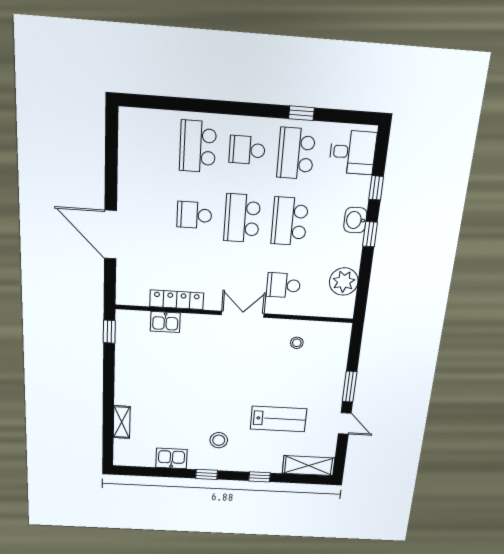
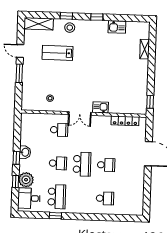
school desk: (198, 146) -> (105, 198), width x0.54
school desk: (247, 150) -> (81, 198), removed
washbasin: (355, 220) -> (25, 152), moved
school desk: (290, 221) -> (58, 163), width x0.54
plant: (344, 282) -> (26, 180), moved
locker: (177, 300) -> (125, 121), moved
kitchen sink: (165, 322) -> (100, 107), moved
stool: (219, 440) -> (70, 28), moved

